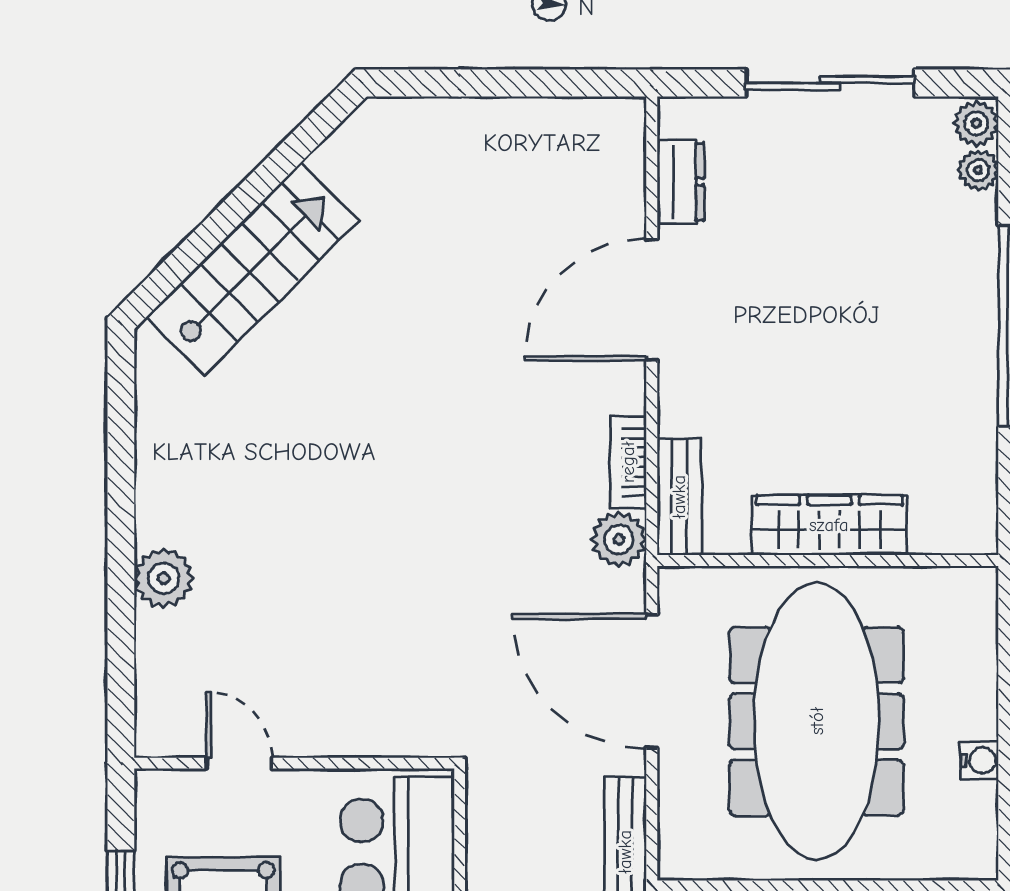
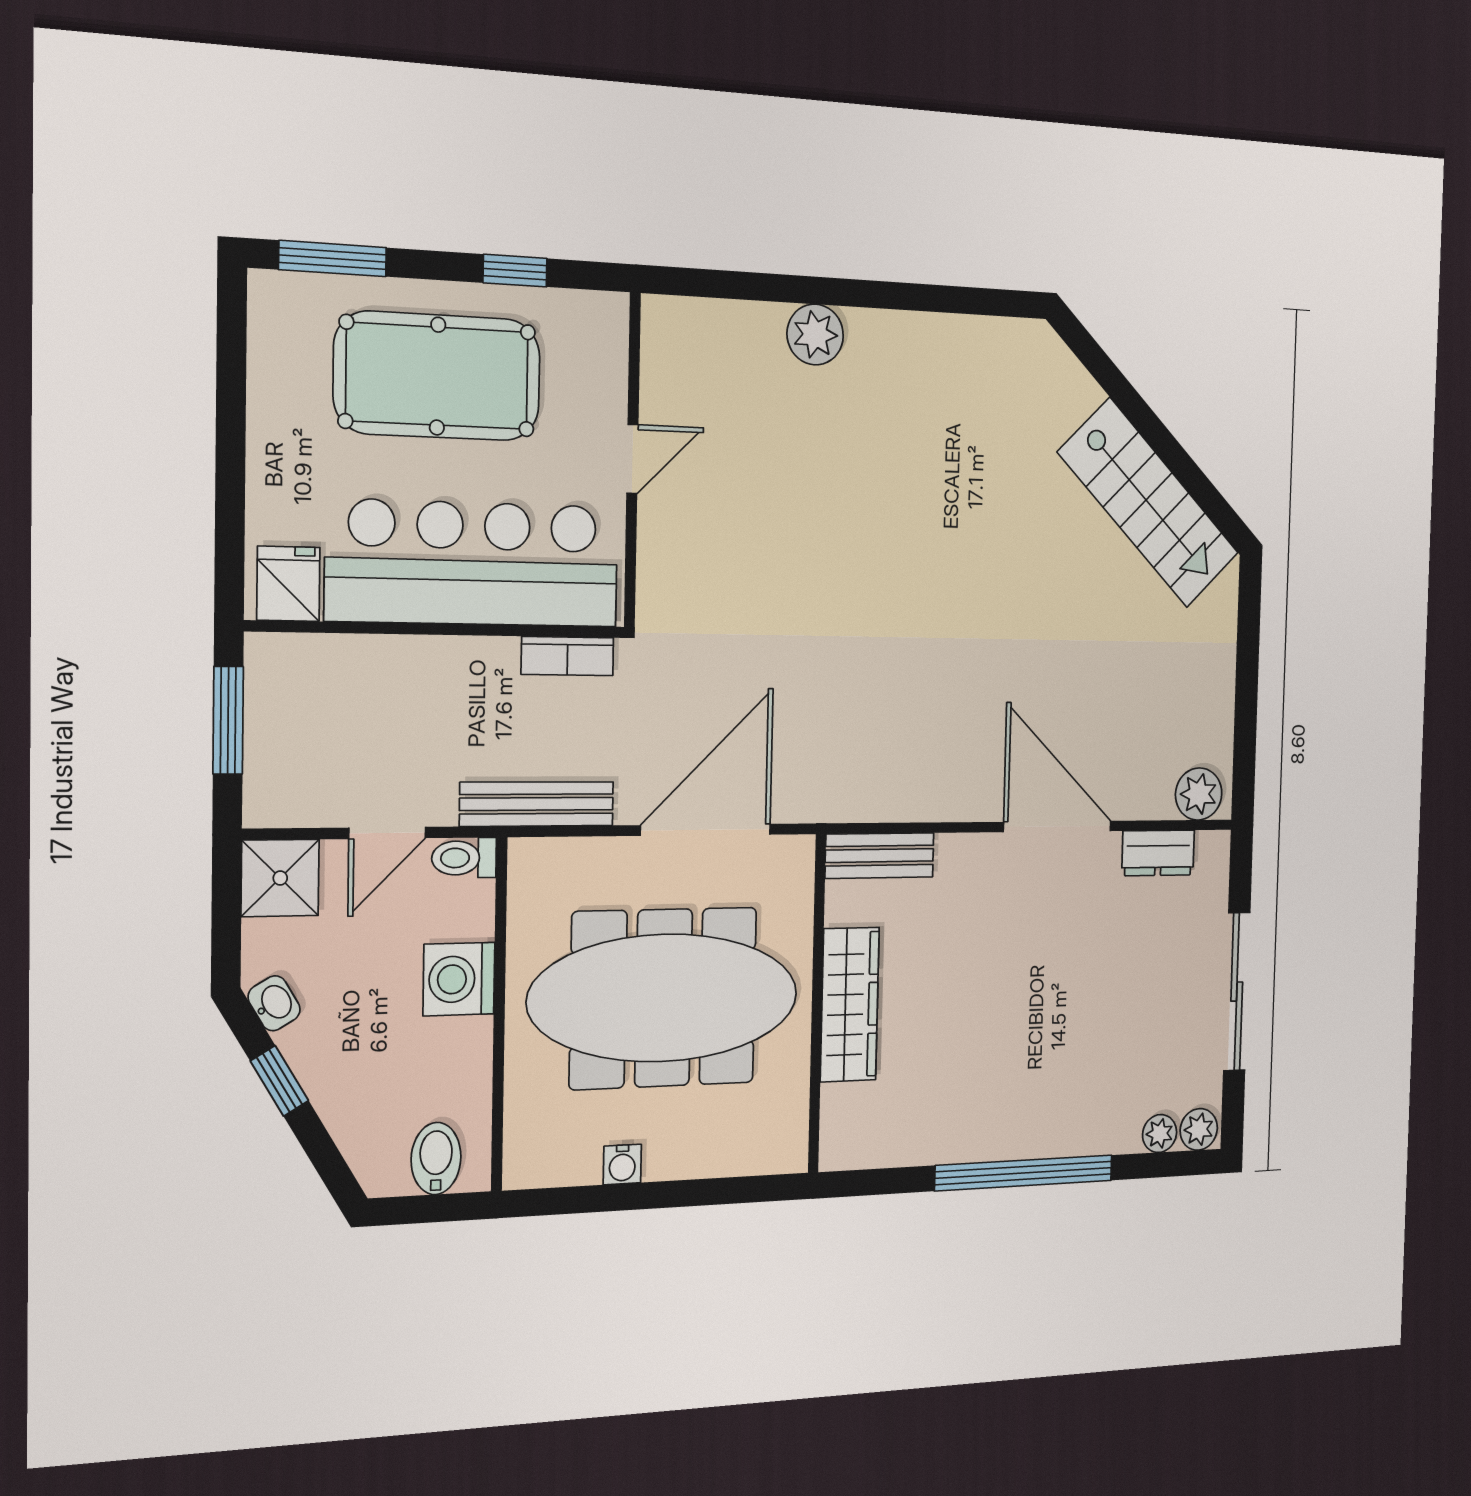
stairs: (253, 269) -> (1149, 503), moved
bookcase: (628, 462) -> (567, 656), moved, turned 180
plant: (619, 539) -> (1199, 794), moved
door: (239, 763) -> (632, 459), moved

